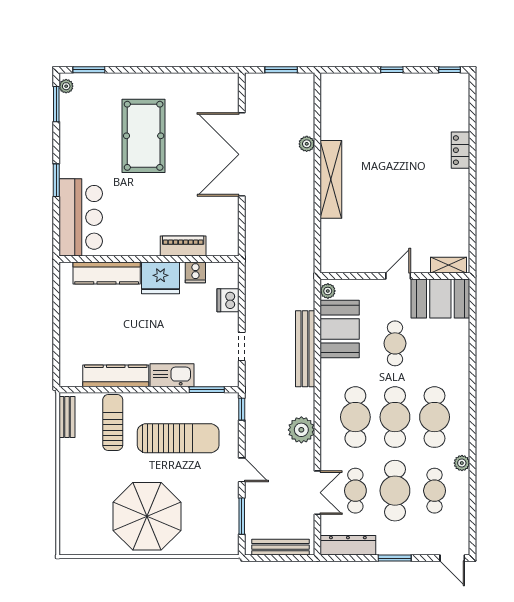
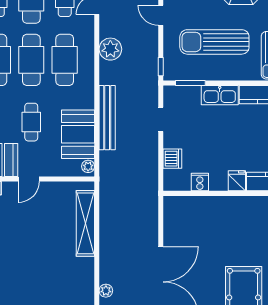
shelving: (331, 179) -> (85, 223), moved
piano: (183, 246) -> (210, 204), removed
fridge: (160, 278) -> (237, 181), width x0.53, depth x0.75

